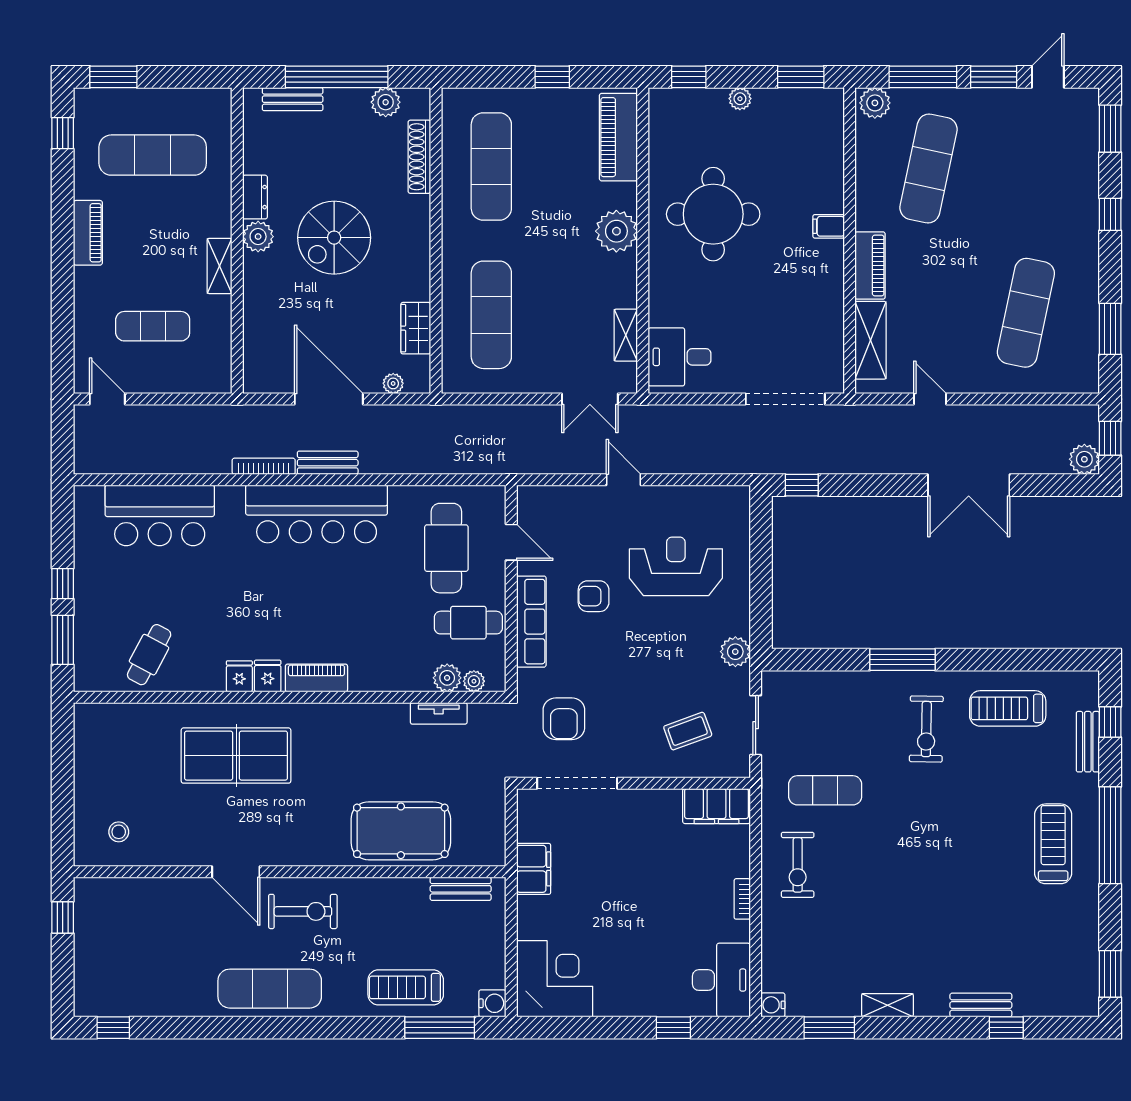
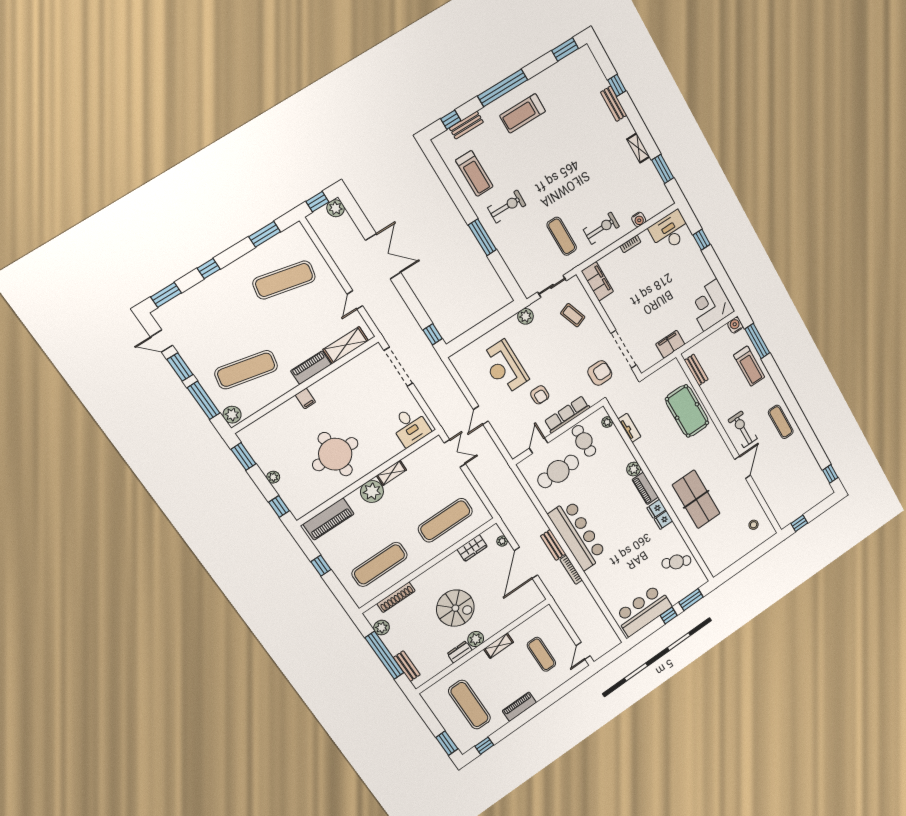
shelving: (626, 335) -> (391, 473), moved
bar counter: (160, 515) -> (643, 610), moved, turned -90
plant: (447, 678) -> (634, 469), moved
exercise mat: (270, 989) -> (781, 422), width x0.73, depth x0.69
water cooler: (773, 1005) -> (639, 219), moved

